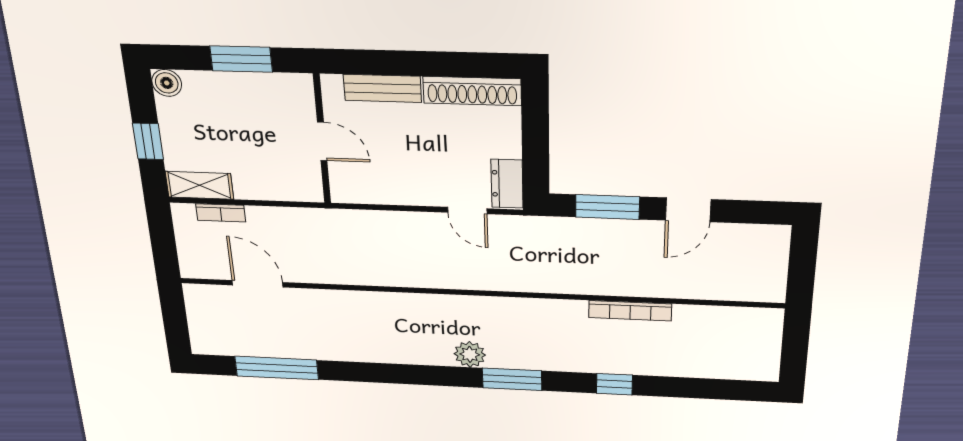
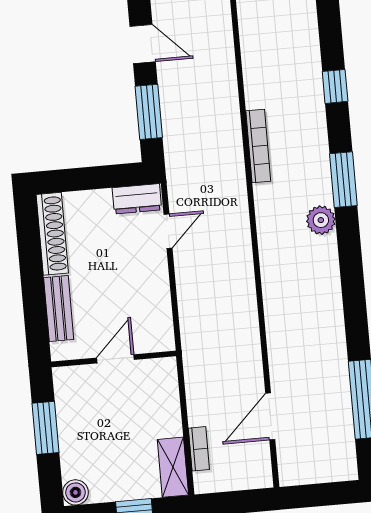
bookcase: (630, 311) -> (258, 146), moved

